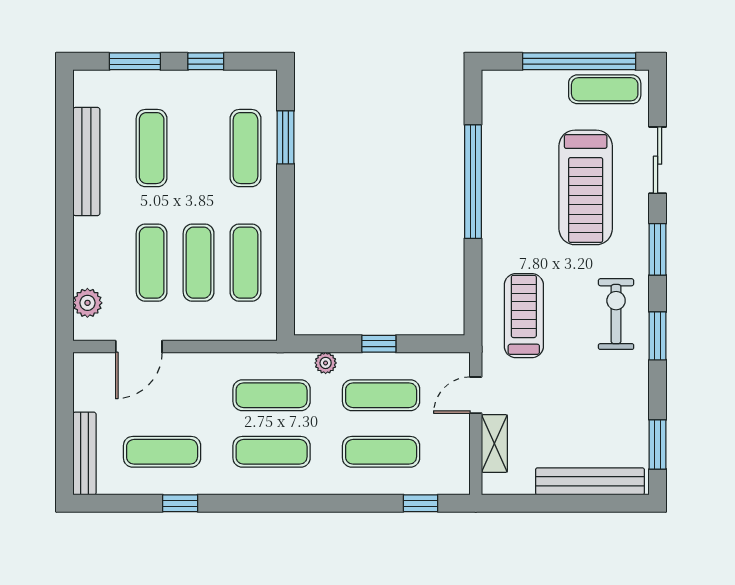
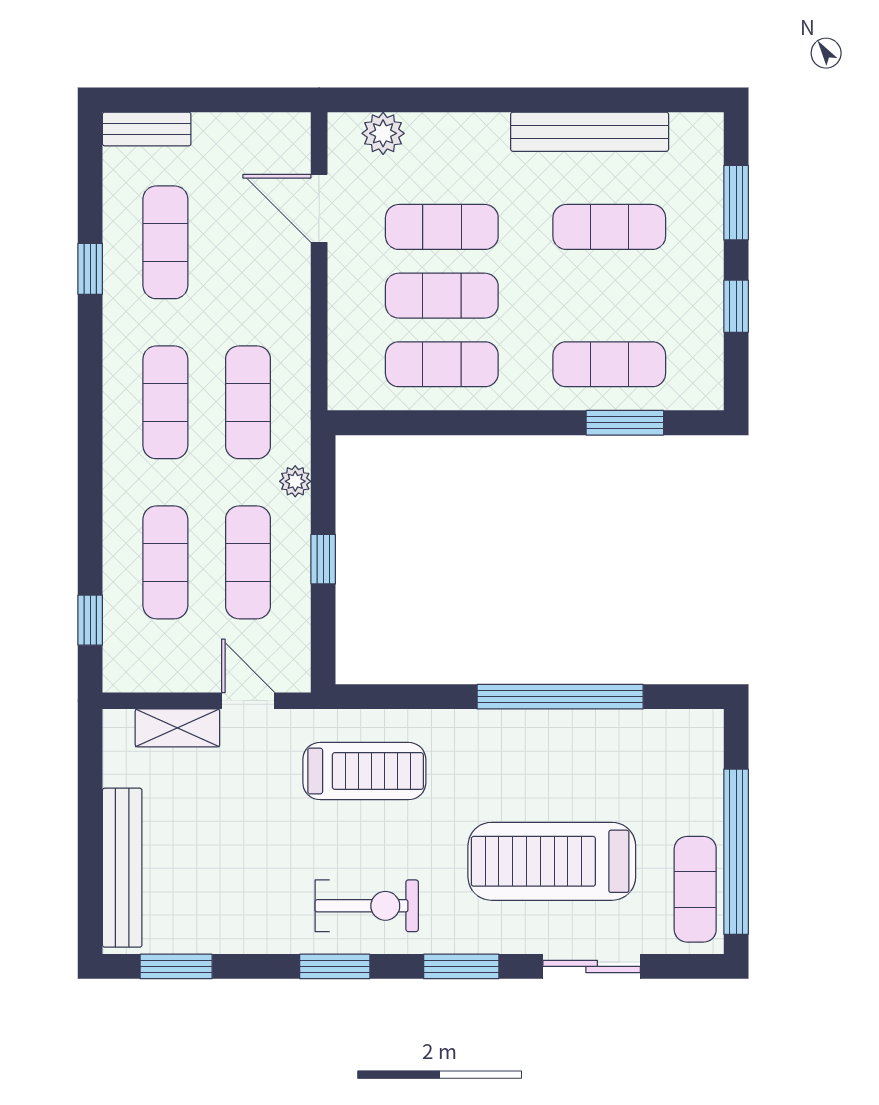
bench: (85, 454) -> (147, 129), width x0.73

